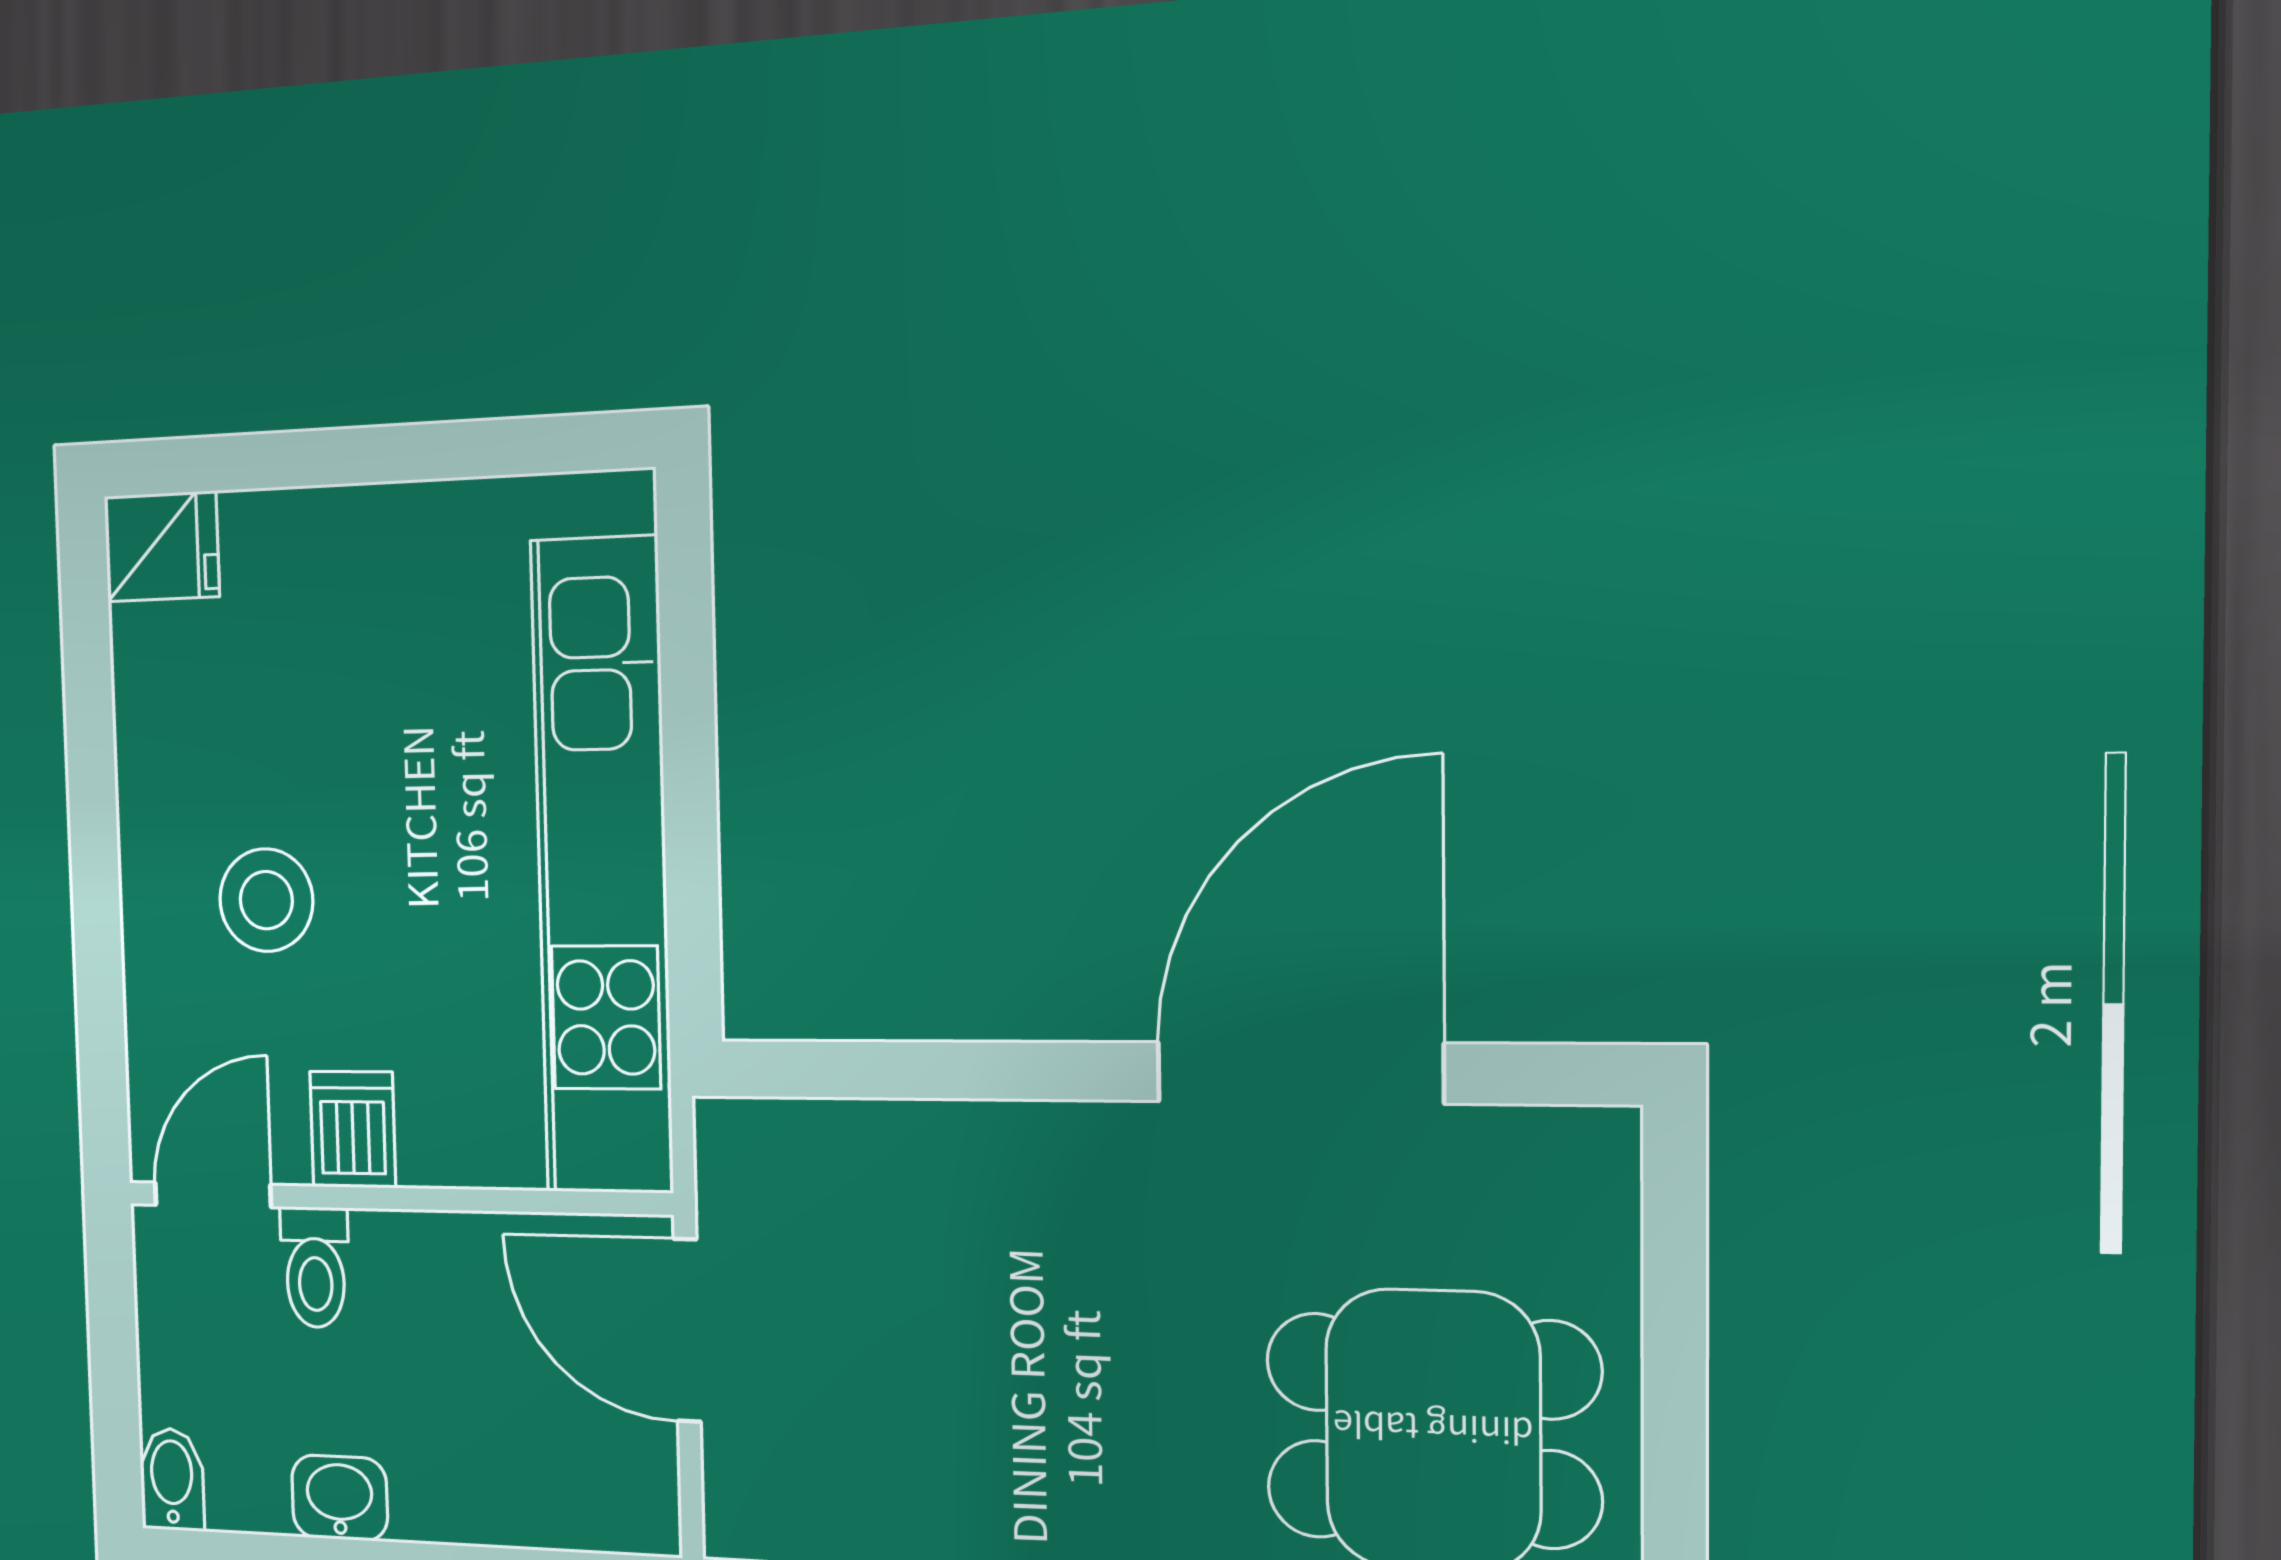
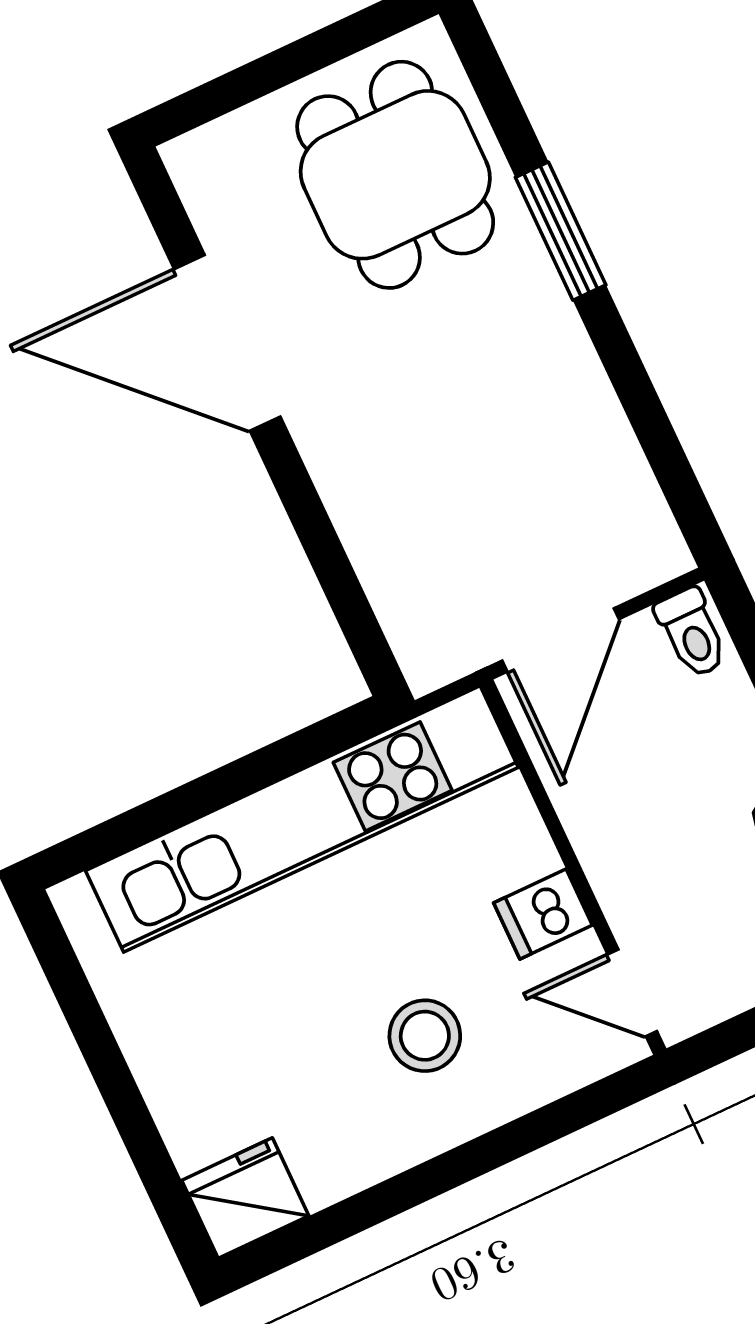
fridge: (162, 546) -> (245, 1198), width x1.38
toilet: (315, 1267) -> (692, 633), moved, turned 90

